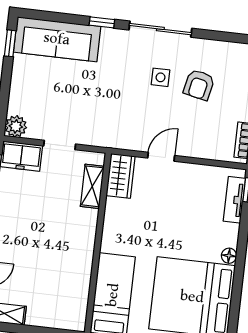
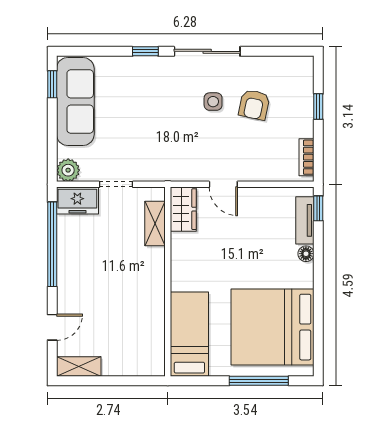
sofa: (57, 39) -> (75, 102), moved, turned -90
door: (161, 157) -> (223, 184), swing flipped
floor lamp: (229, 256) -> (306, 254), moved

